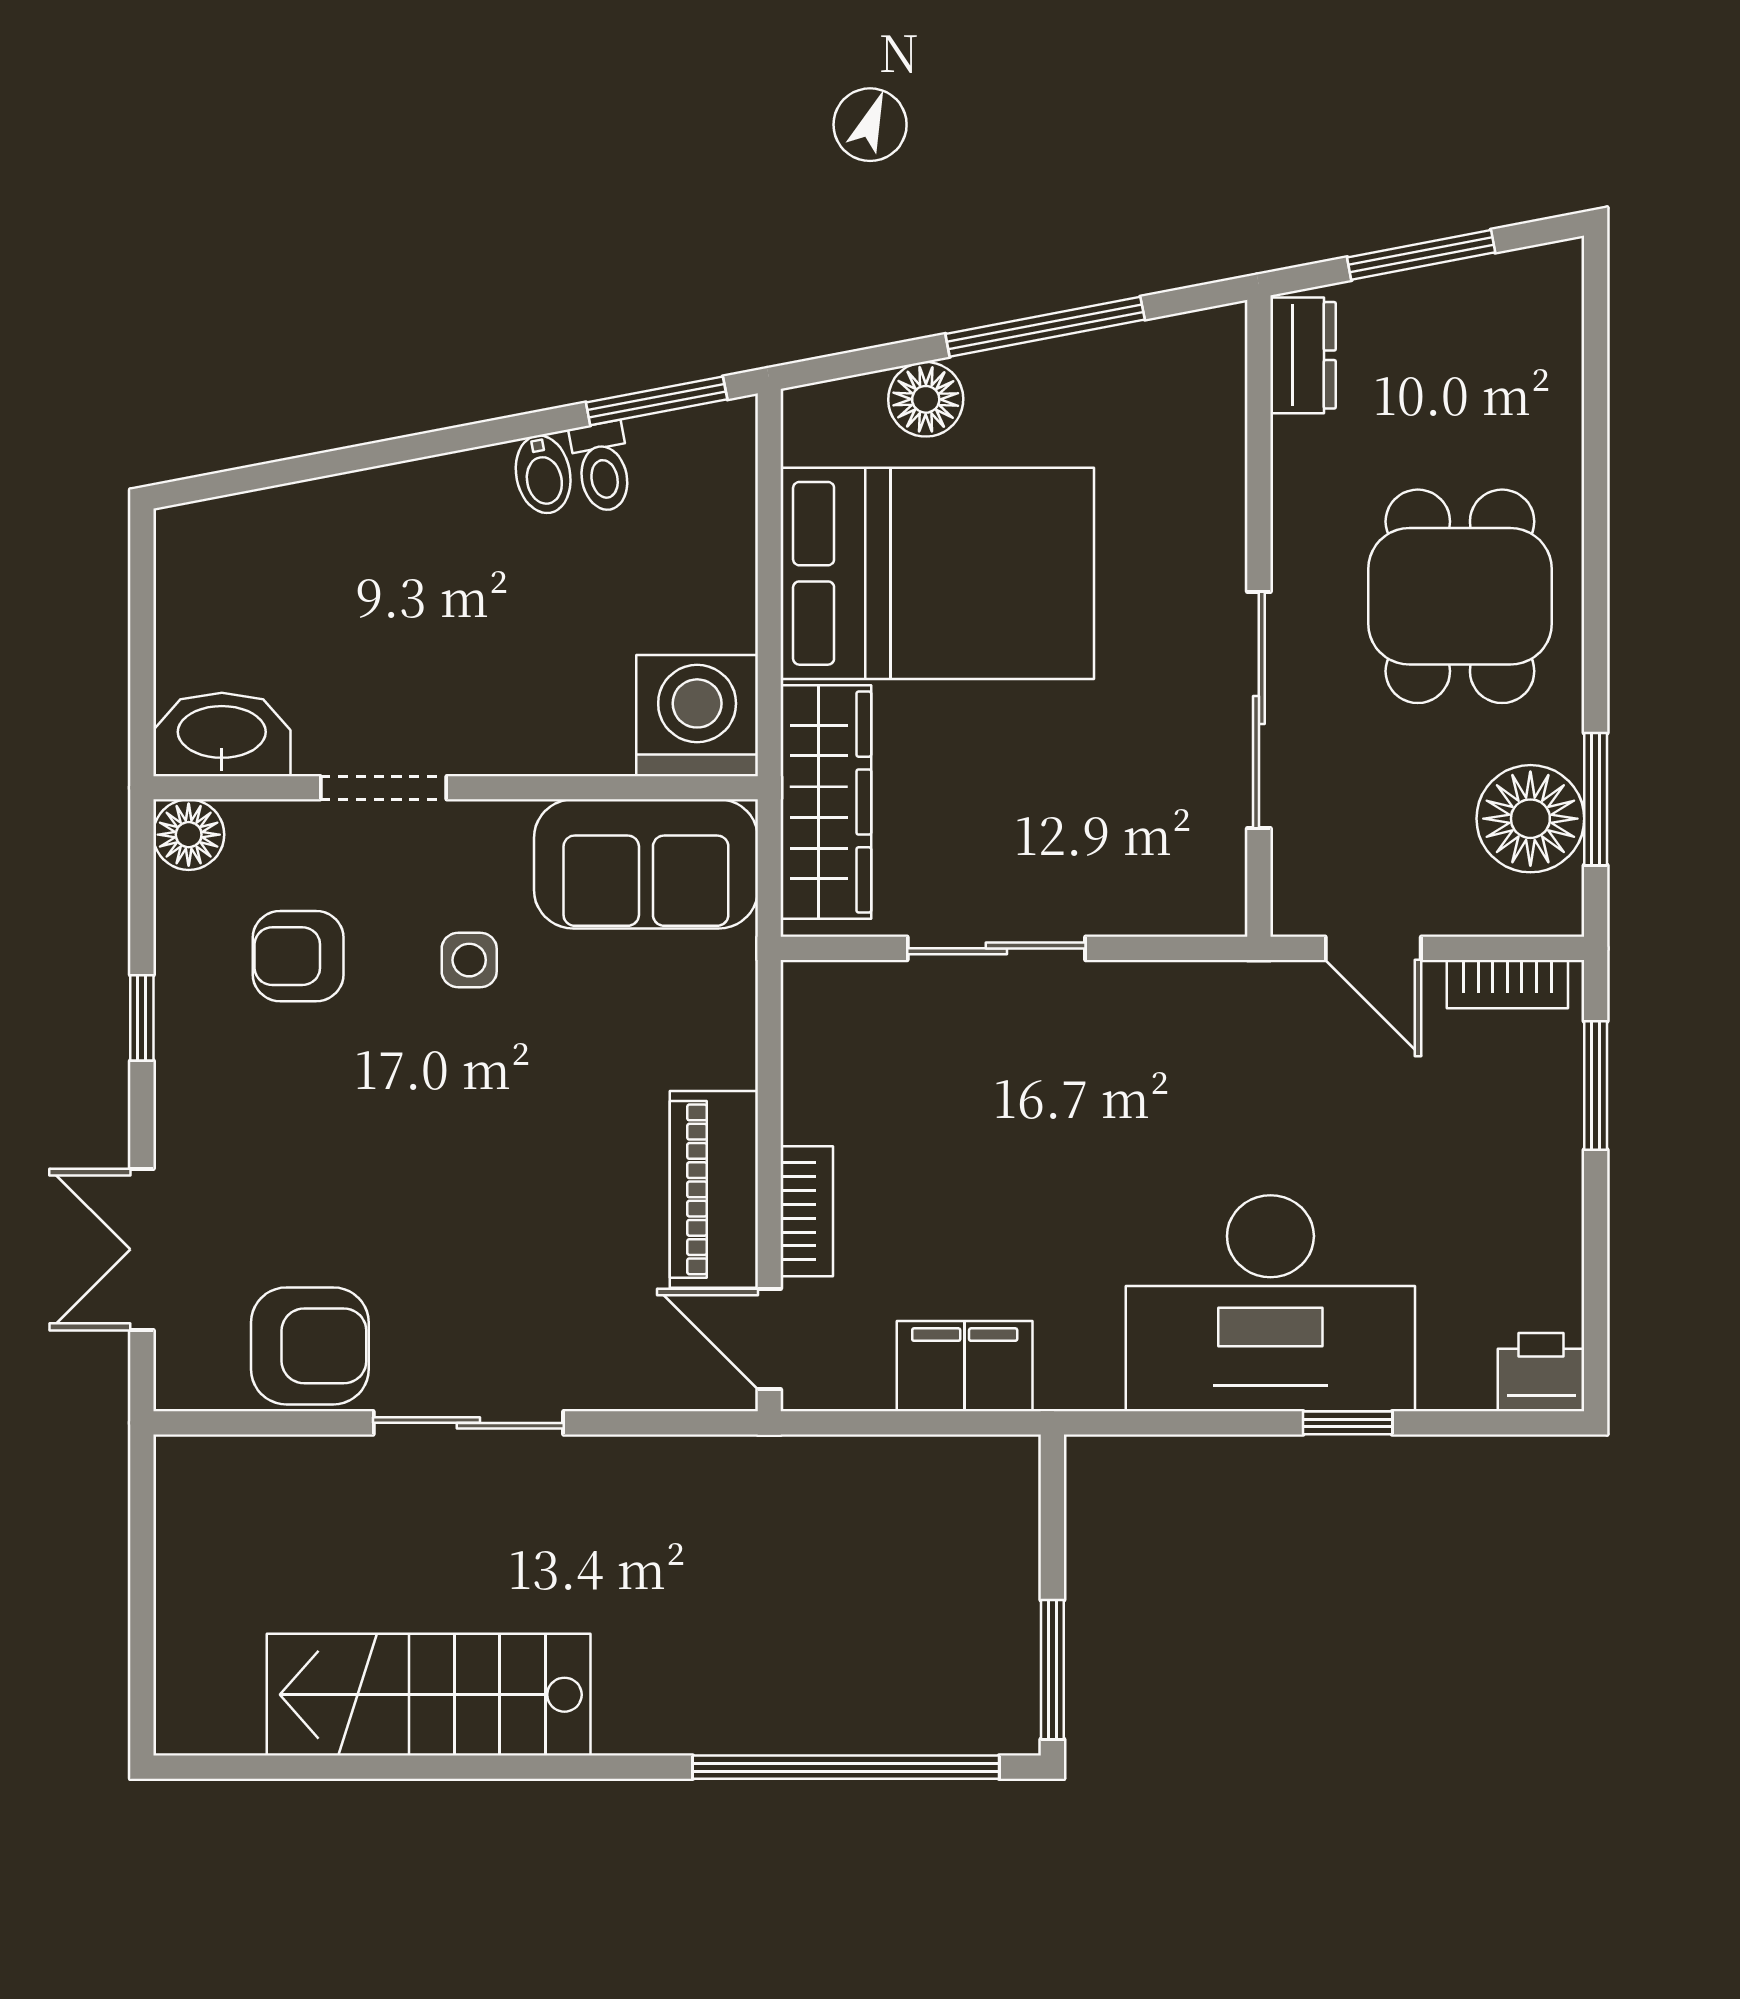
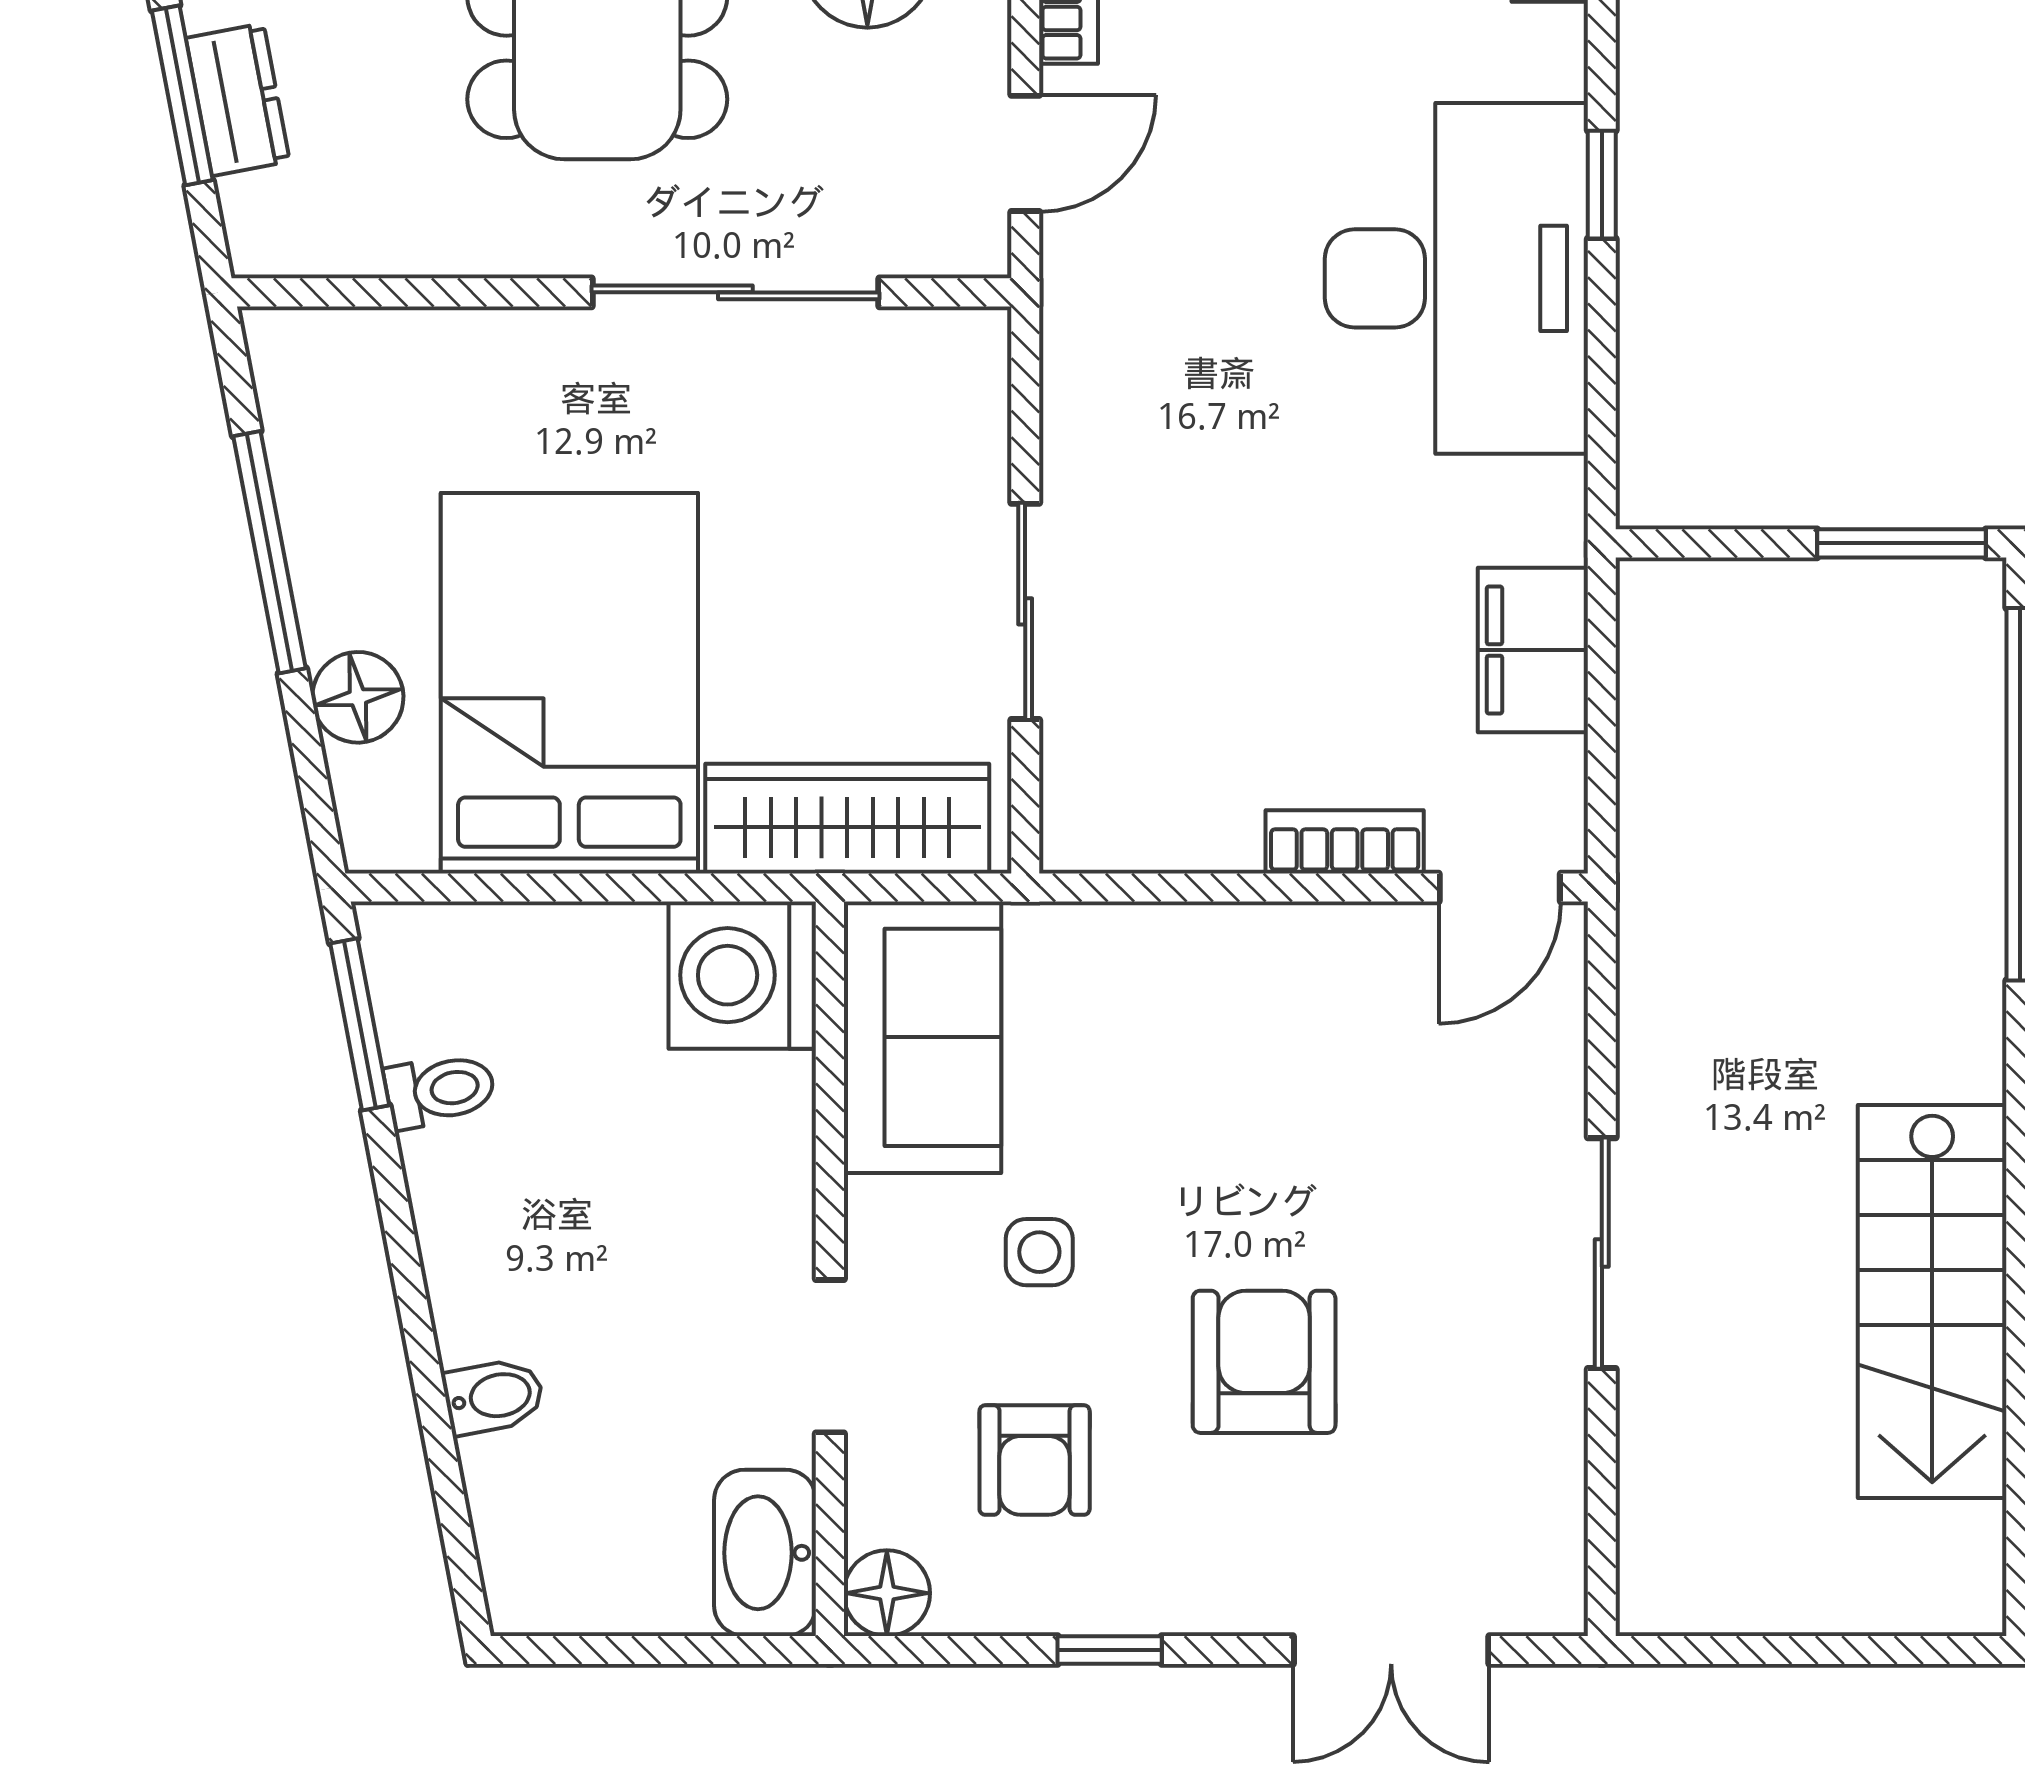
dresser: (1303, 355) -> (238, 100), moved, turned 79
bidet: (543, 474) -> (494, 1396), moved
piano: (714, 1189) -> (1318, 955), removed
armchair: (310, 1346) -> (1264, 1362), moved

